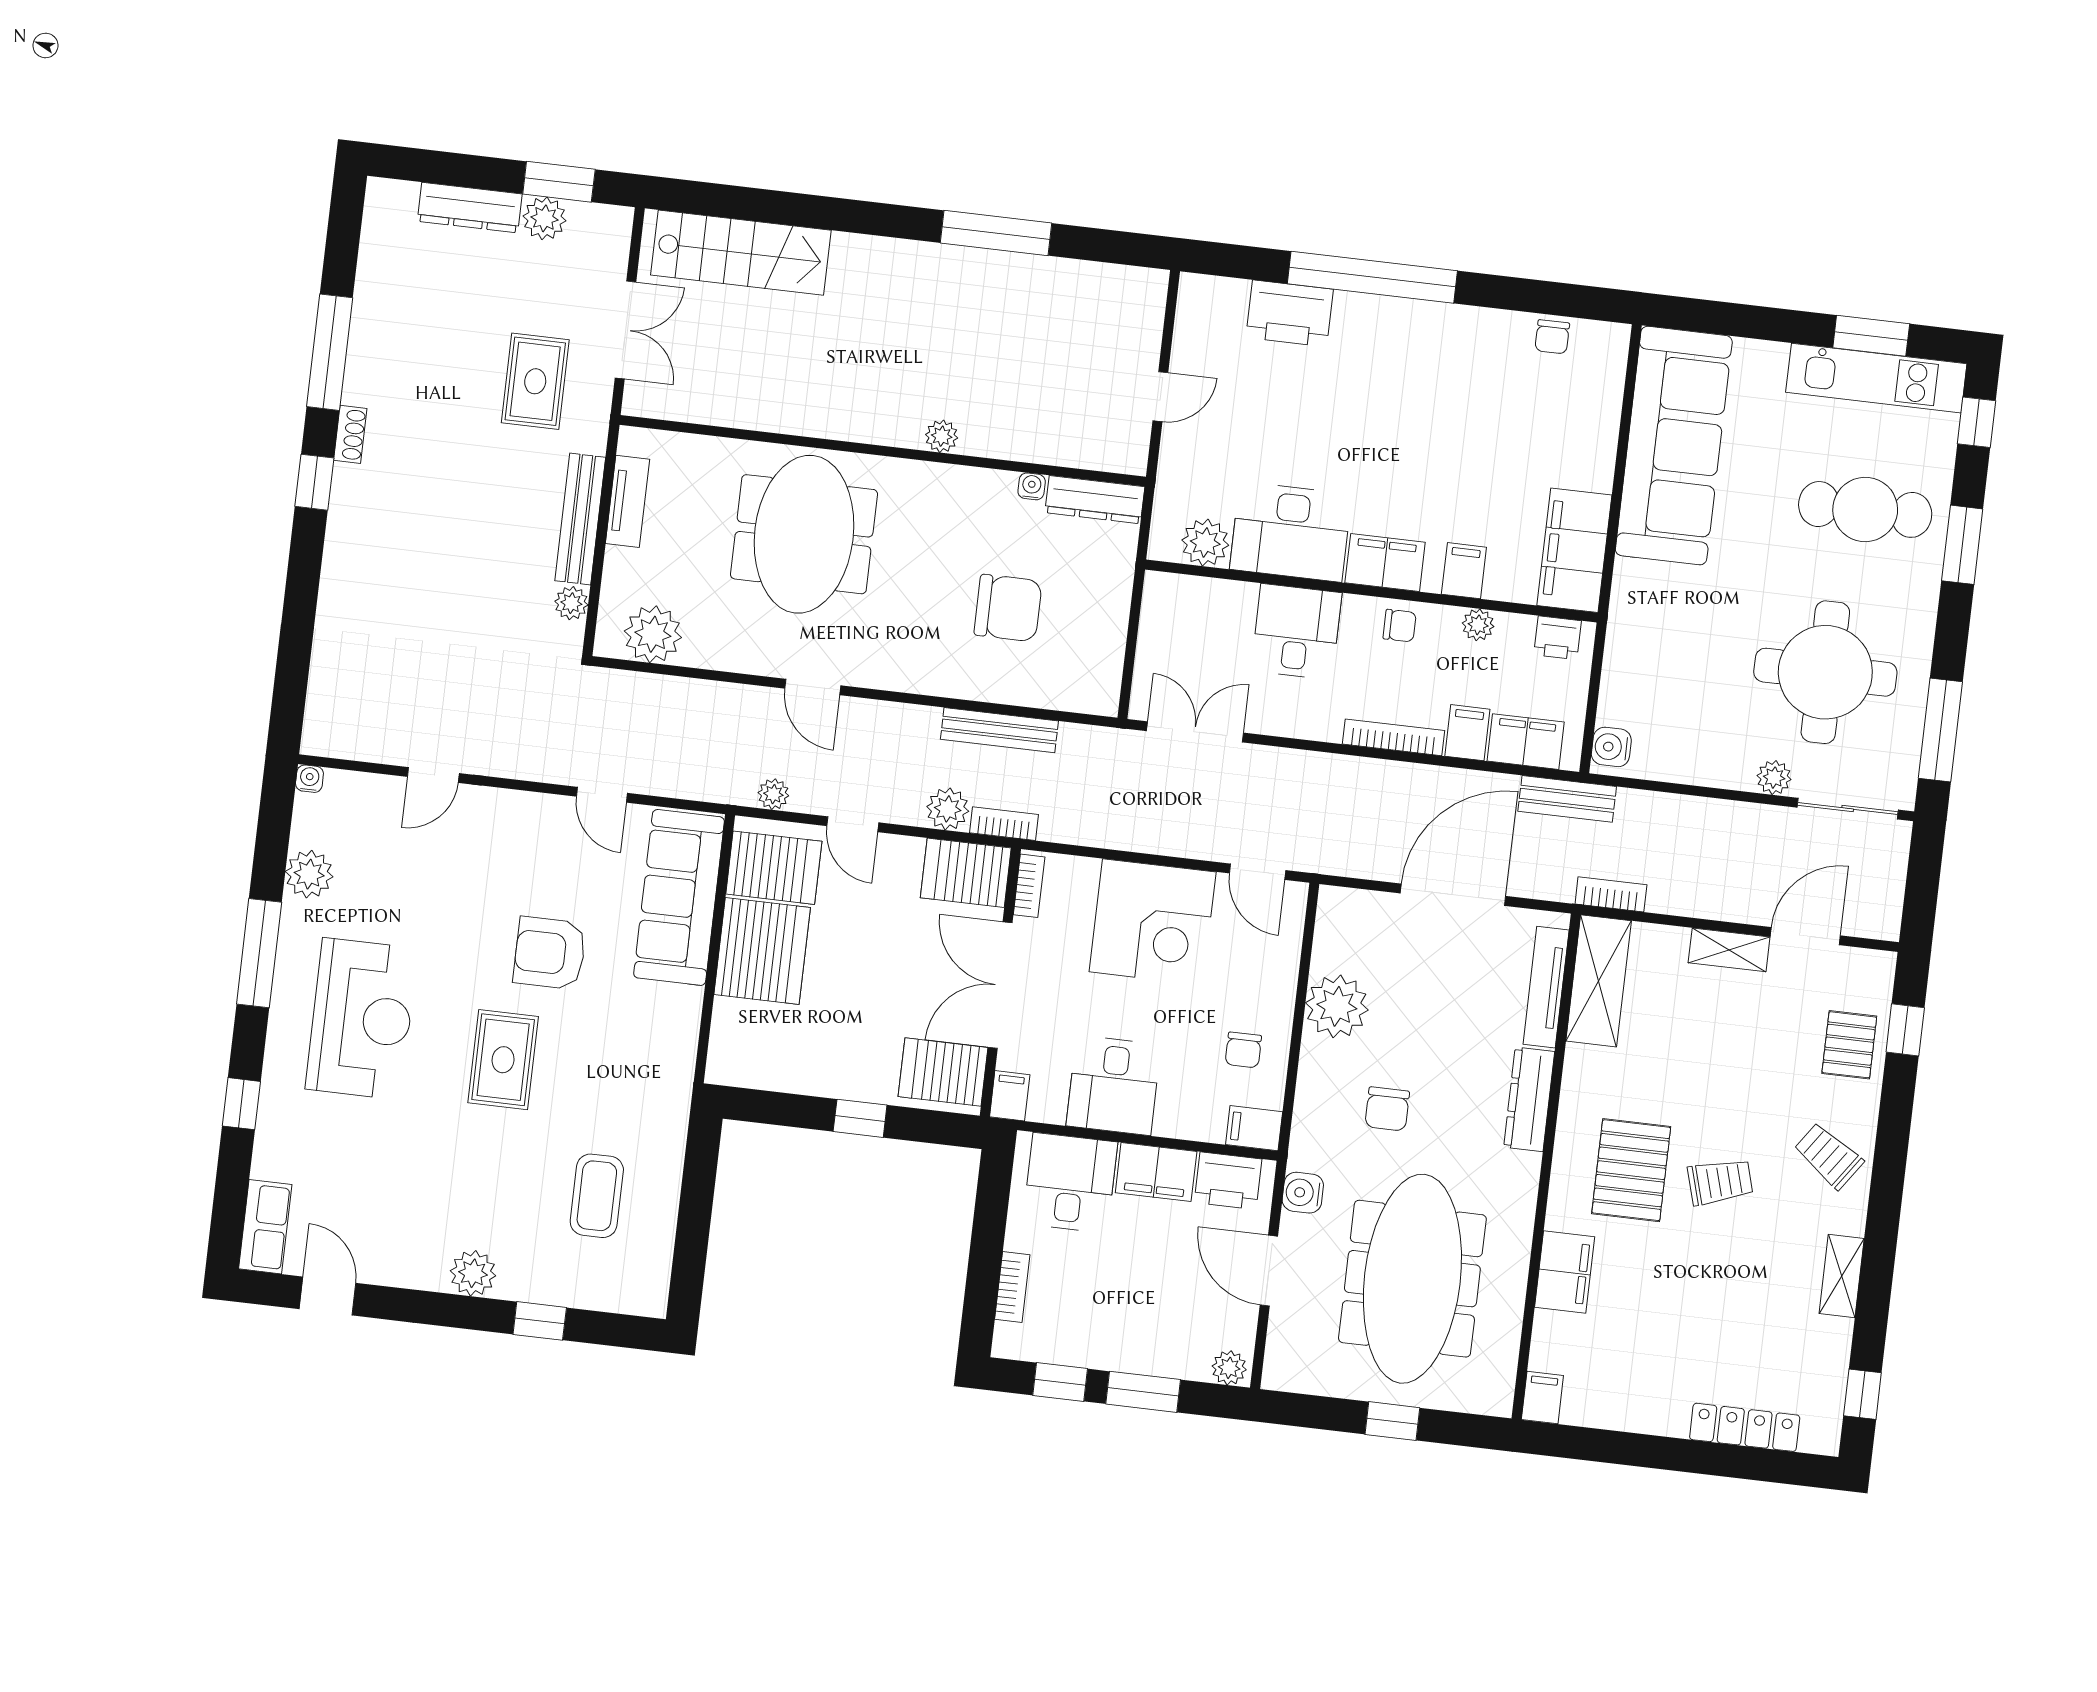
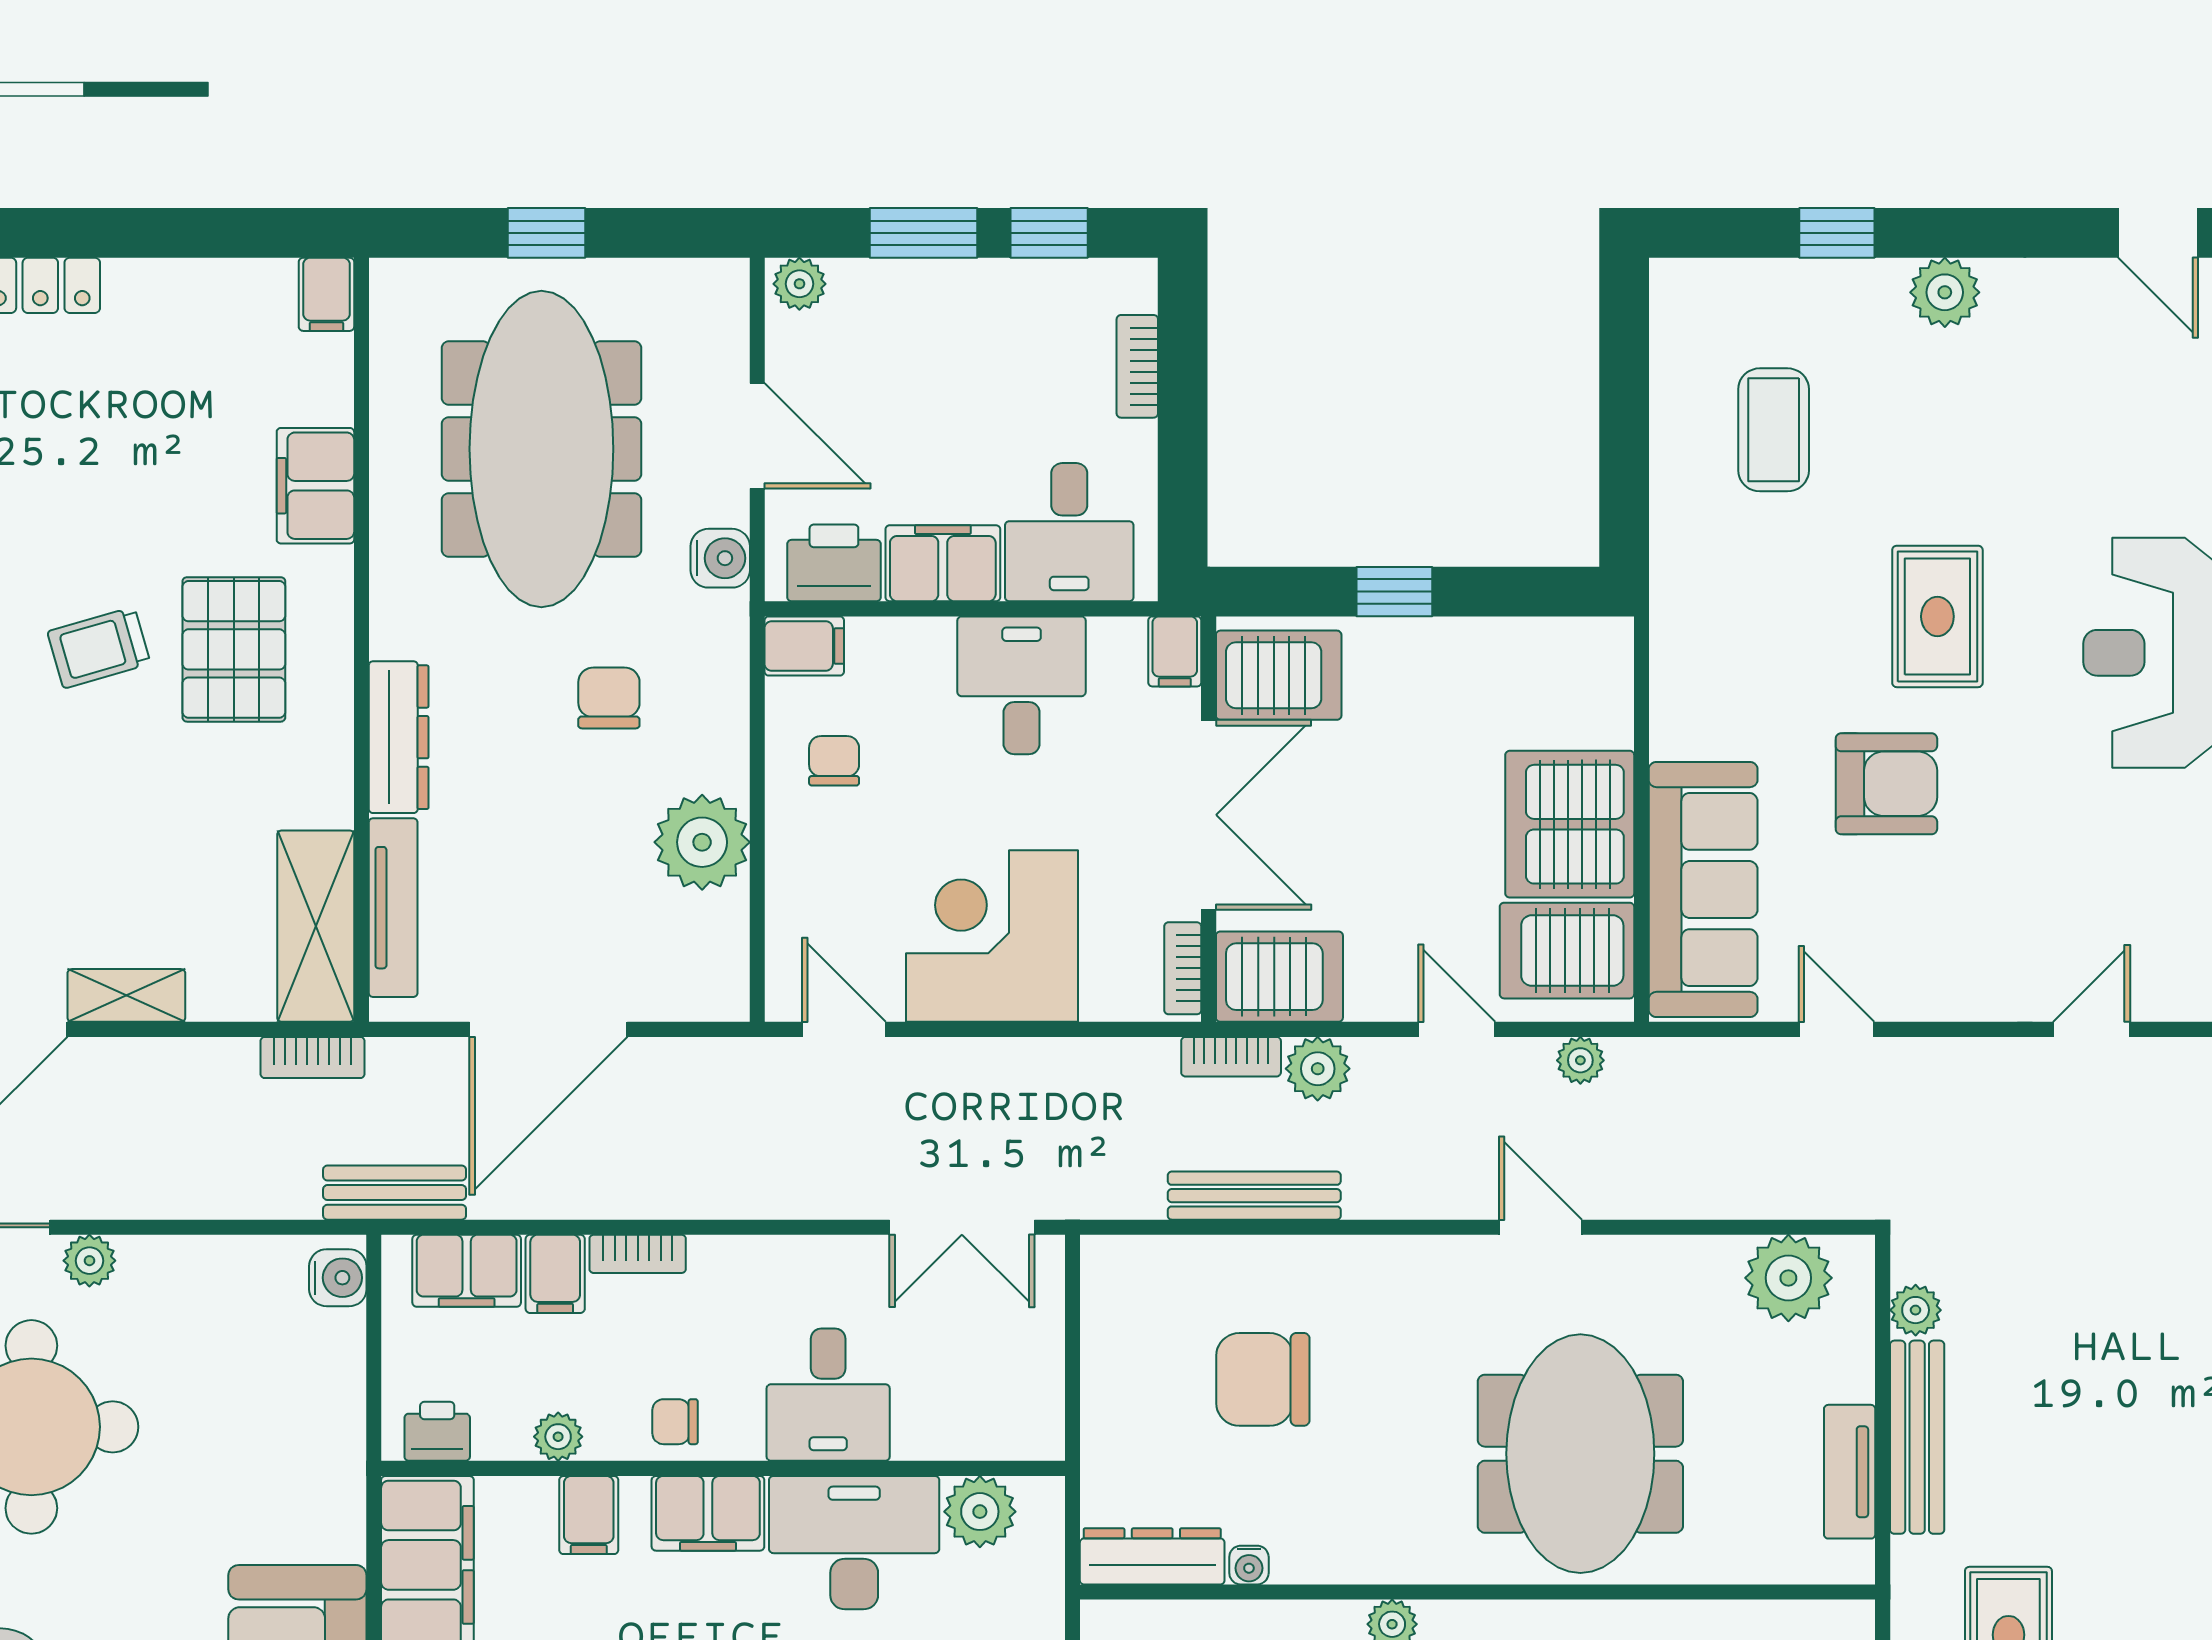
bookcase: (1393, 737) -> (638, 1254), width x0.64

